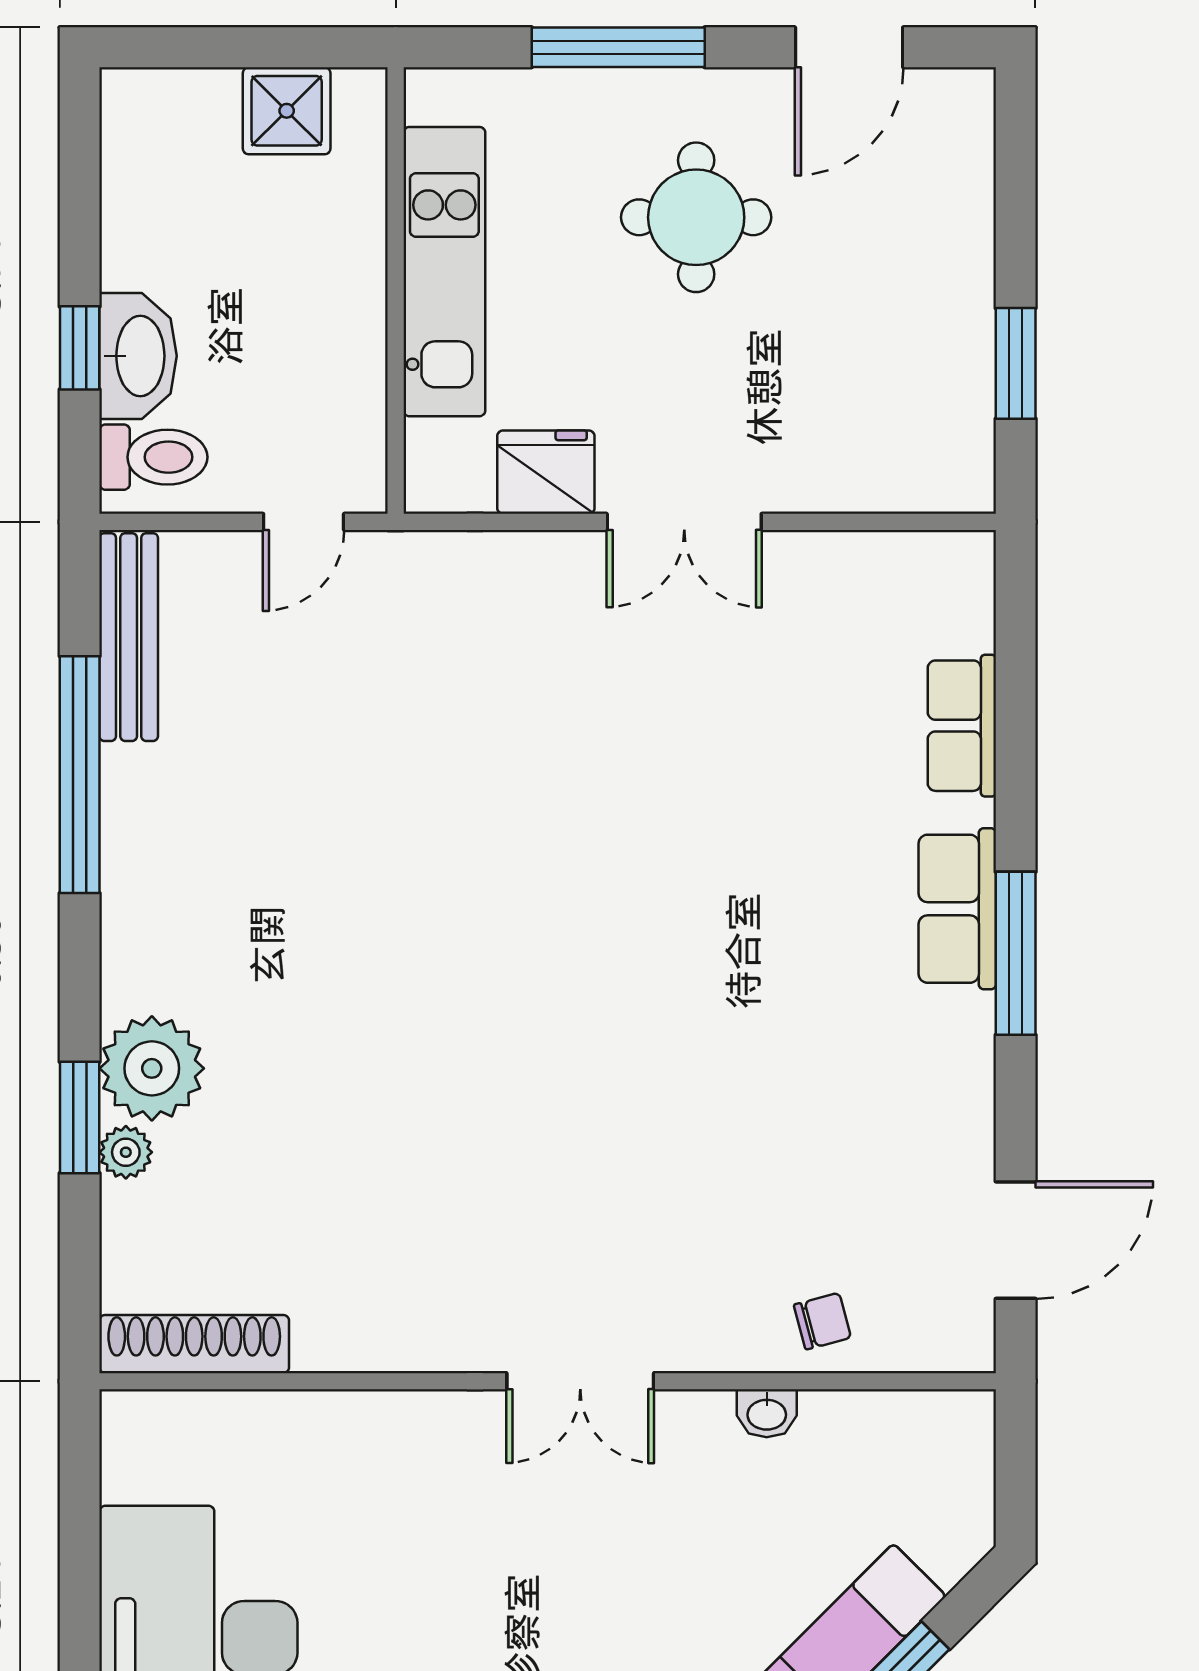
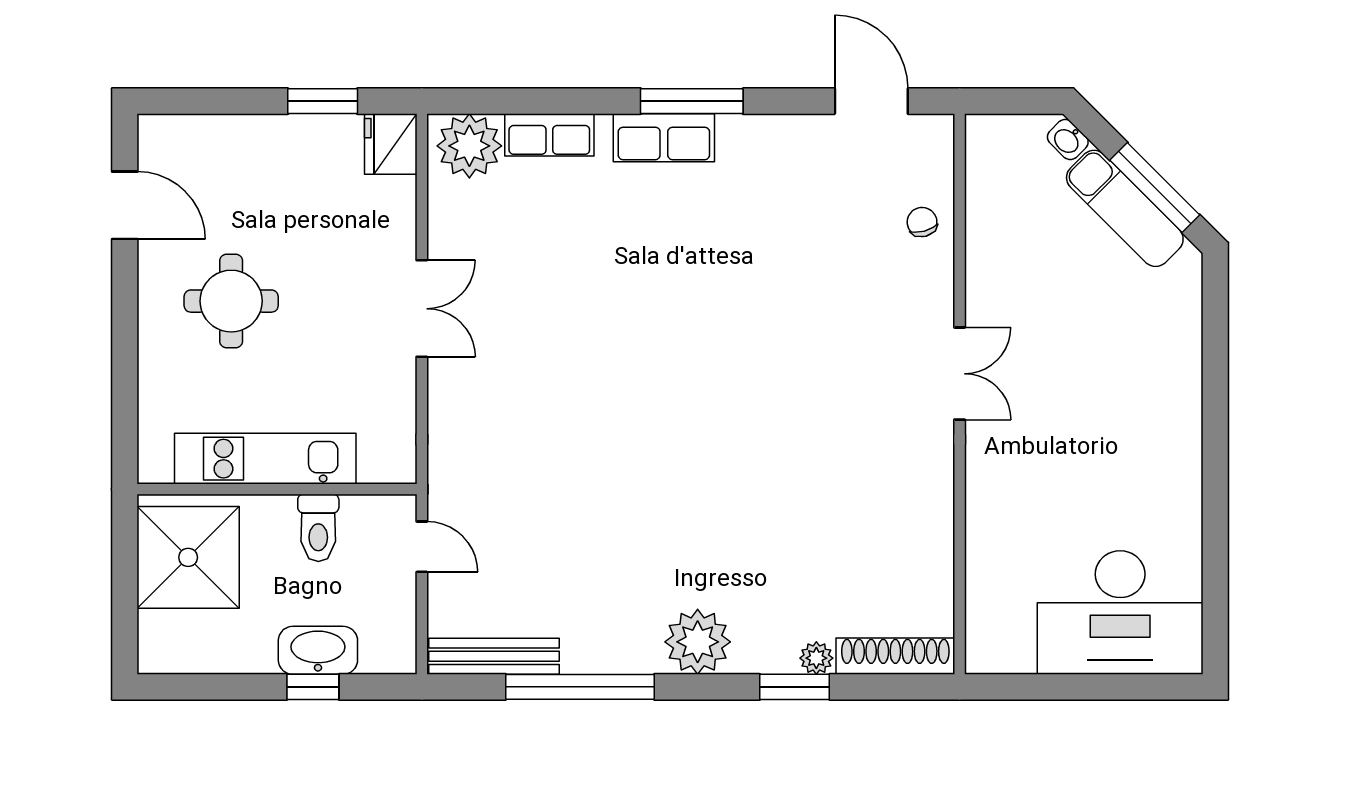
window: (618, 47) -> (125, 350), removed
shower: (287, 111) -> (188, 557), width x1.86, depth x1.86
toilet: (153, 457) -> (318, 528), moved, turned 180
fridge: (546, 472) -> (391, 144), moved
plant: (944, 598) -> (469, 146), added
plant: (152, 1068) -> (698, 642), moved
shoe rack: (194, 1344) -> (895, 656), moved, turned 90
washbasin: (767, 1413) -> (1068, 140), moved, turned 135

